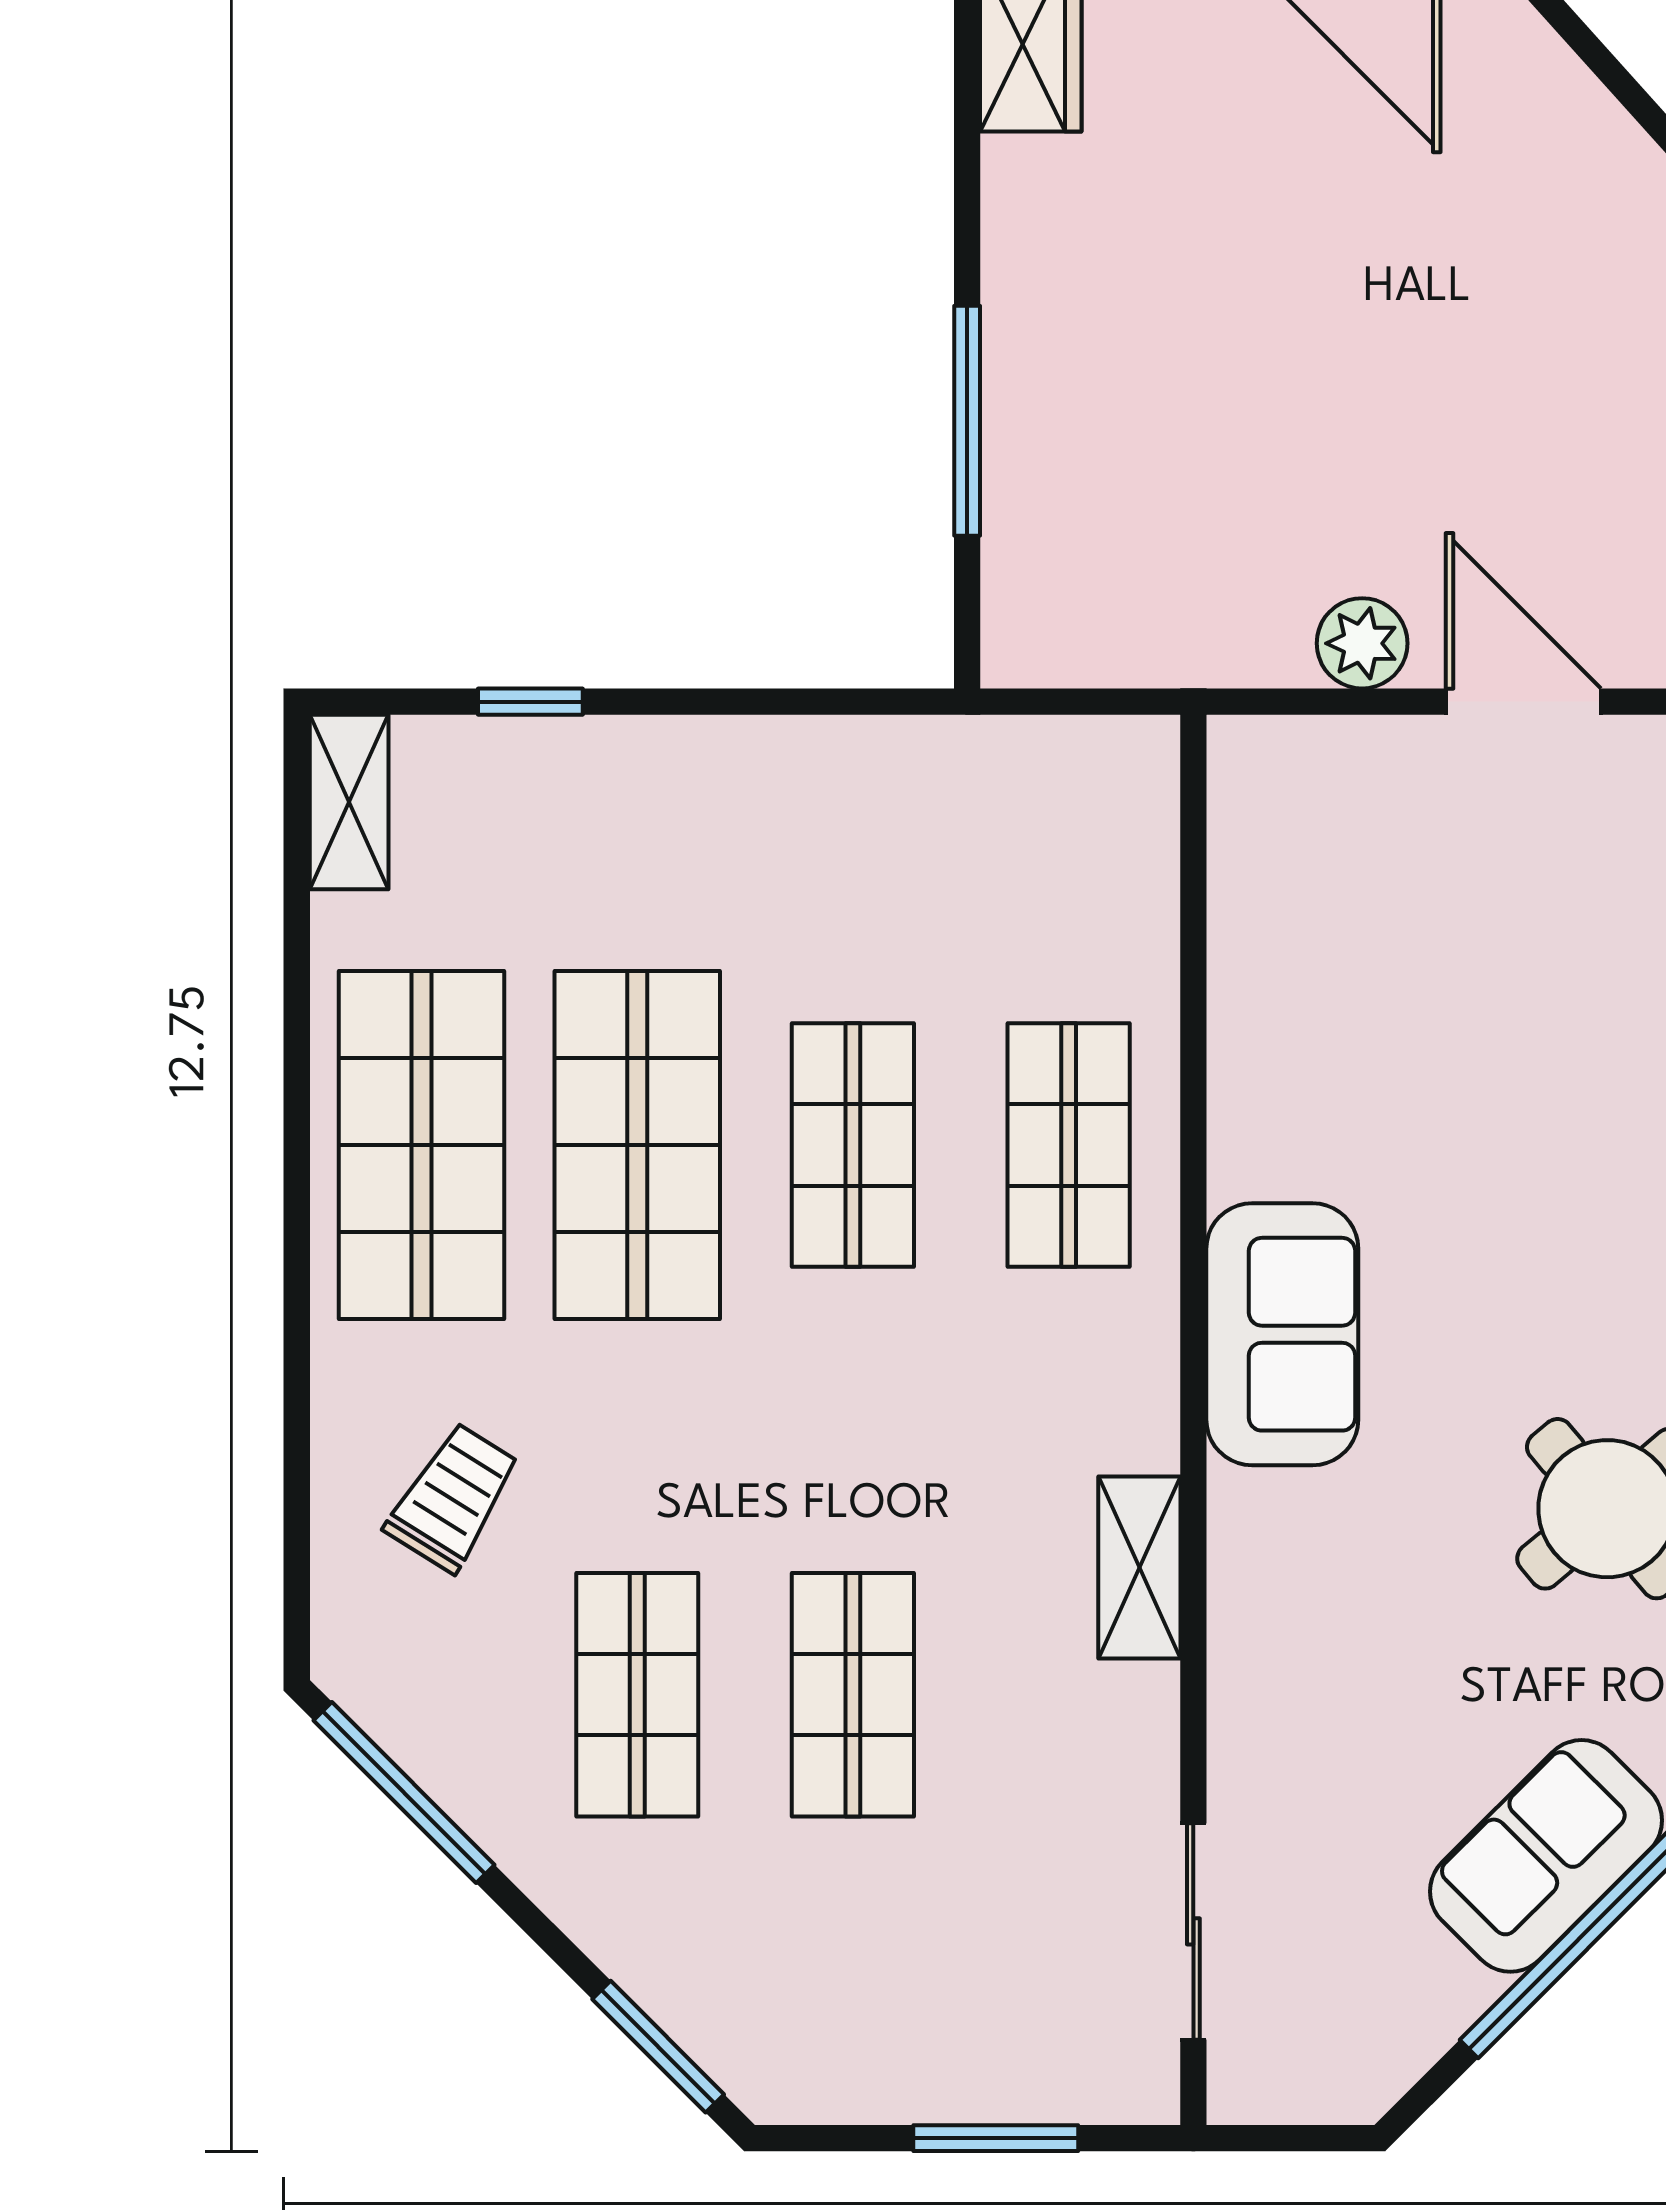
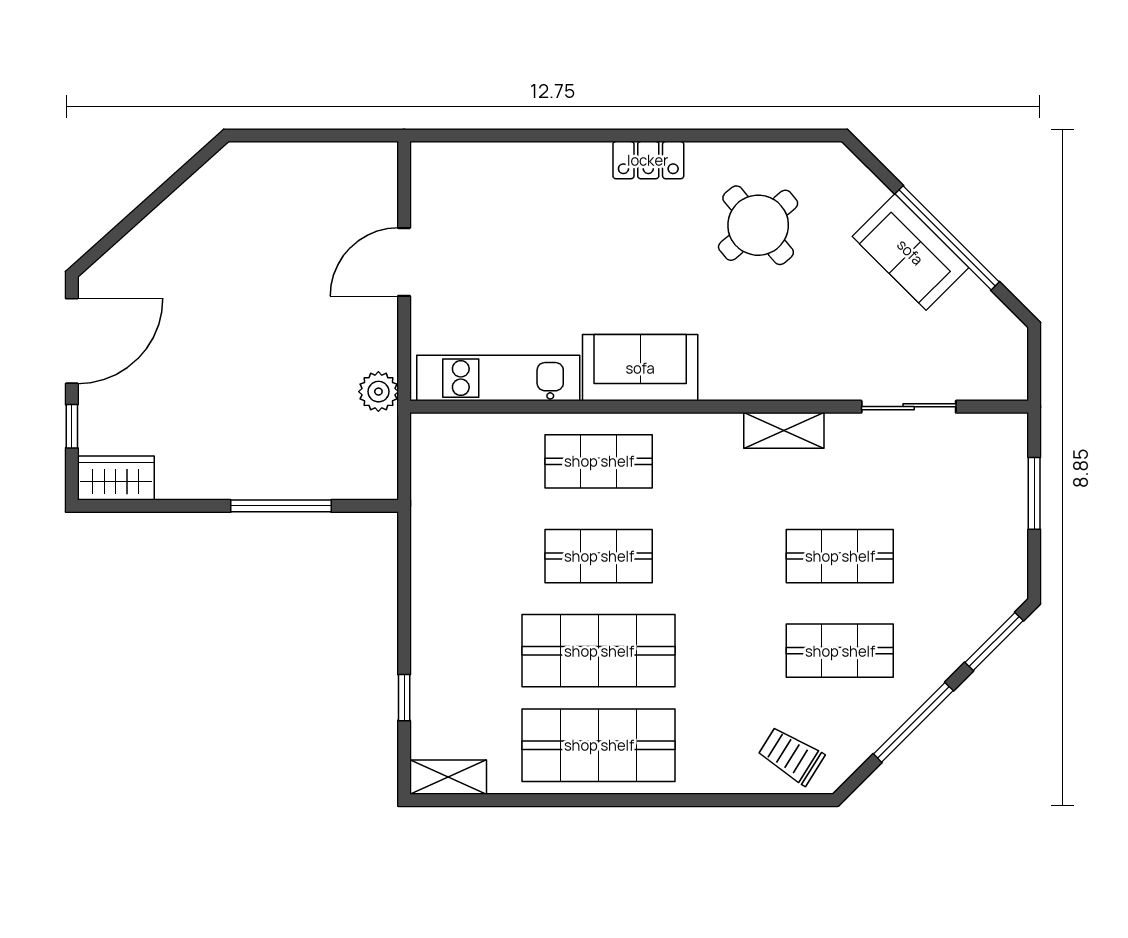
plant: (1362, 643) -> (378, 392), moved
kitchen unit: (1259, 916) -> (498, 378), added
sofa: (1282, 1334) -> (640, 368), moved
trolley: (453, 1497) -> (791, 756), moved
window: (404, 1793) -> (913, 722), moved
sliding door: (1193, 1931) -> (909, 407), moved

